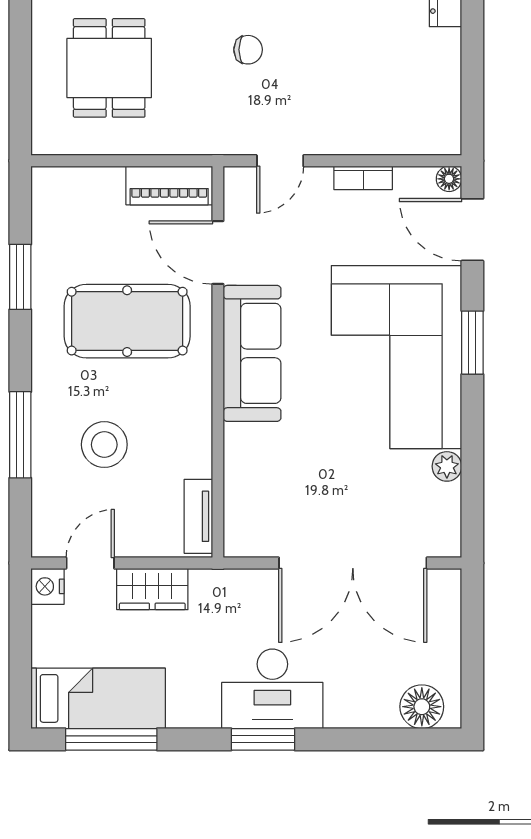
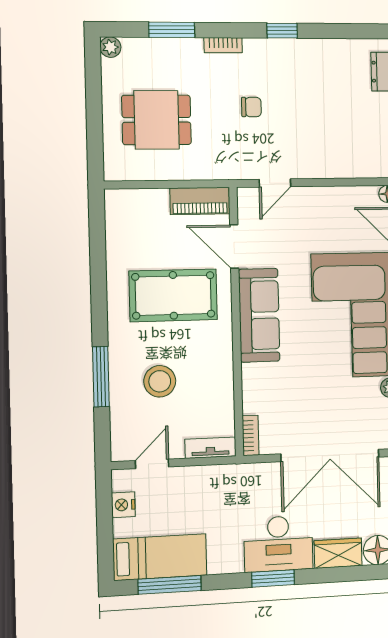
dining table: (109, 68) -> (157, 120), turned 90
bookcase: (363, 178) -> (251, 435), moved, turned -90
window: (20, 277) -> (98, 266), removed
tv unit: (198, 516) -> (210, 448), moved, turned 90
nightstand: (47, 586) -> (123, 505), moved
wardrobe: (152, 589) -> (338, 553), moved, turned 180

